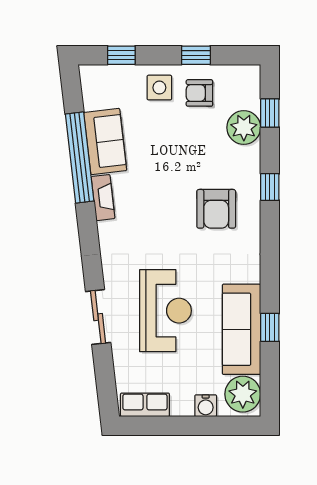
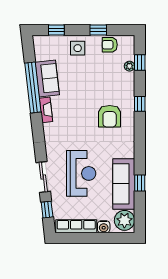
armchair: (199, 93) -> (110, 45), moved
plant: (244, 128) -> (129, 66), width x0.53, depth x0.53
window: (105, 375) -> (47, 210), added
row of seats: (145, 405) -> (76, 226), width x1.48

